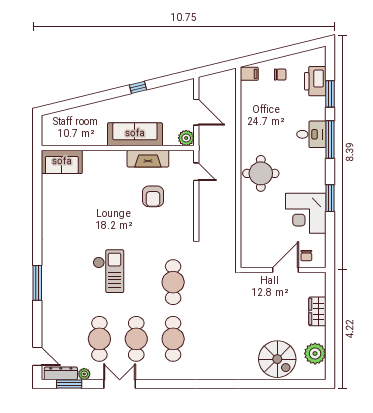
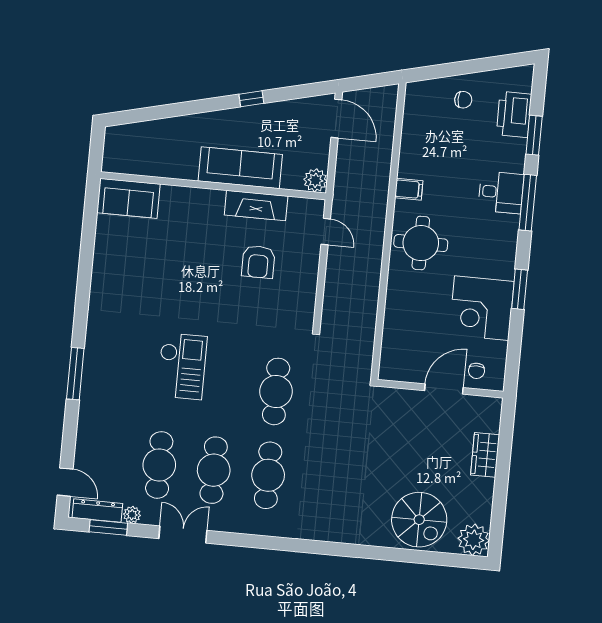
filing cabinet: (249, 74) -> (409, 189), moved
door: (196, 112) -> (336, 119), moved
plant: (315, 354) -> (474, 540), moved

